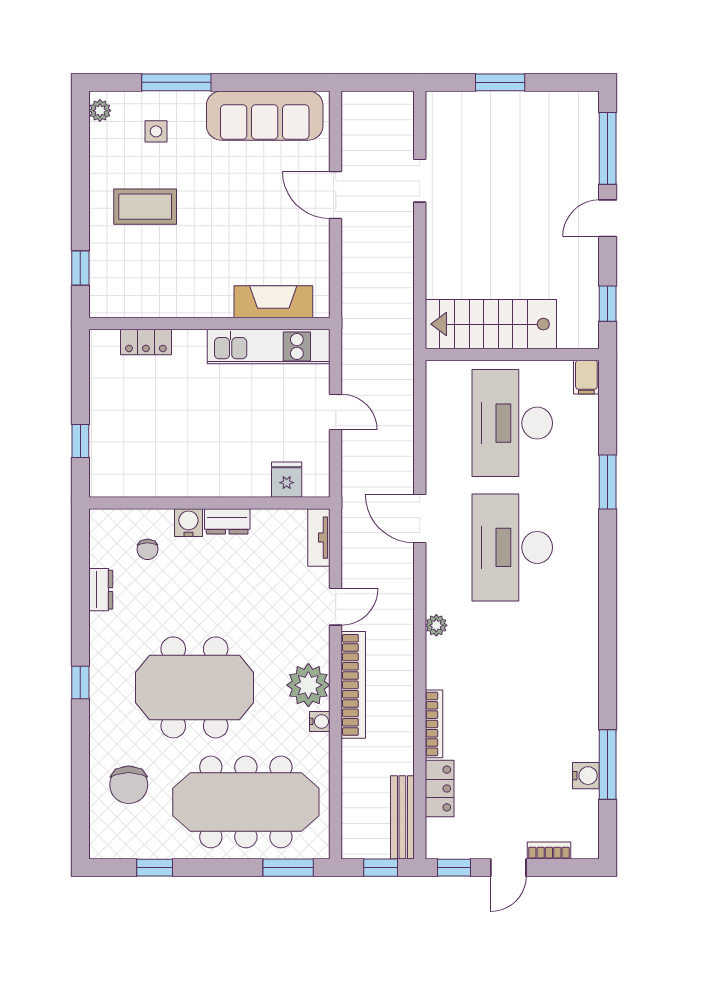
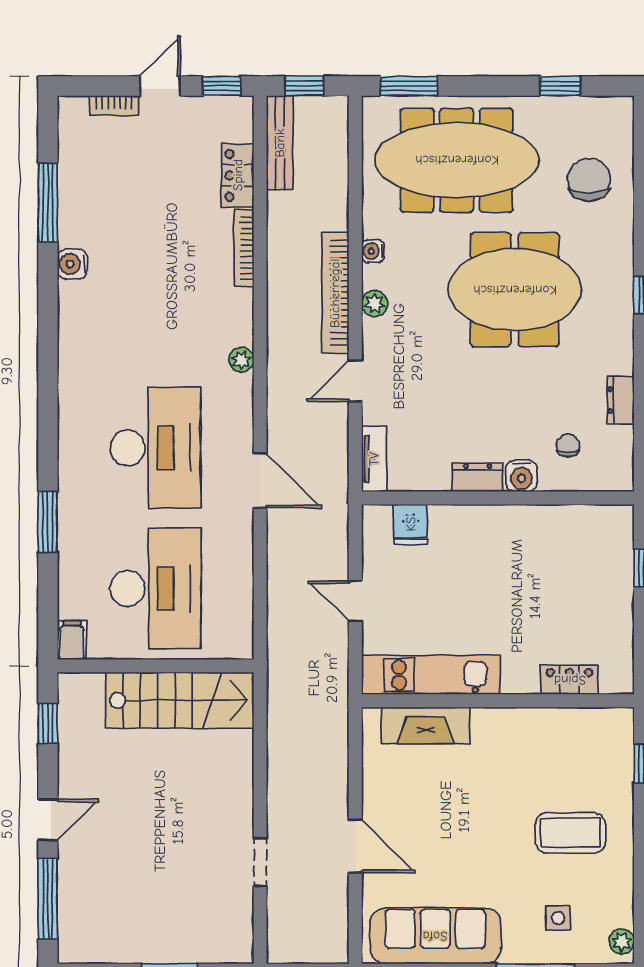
plant: (308, 685) -> (375, 304), width x0.53, depth x0.53
water cooler: (586, 776) -> (72, 264), moved

